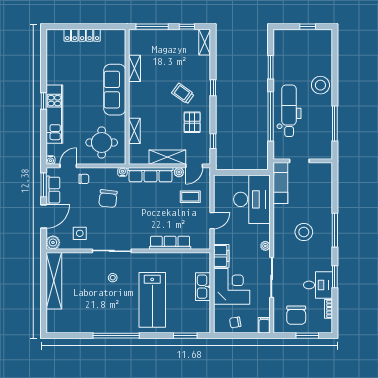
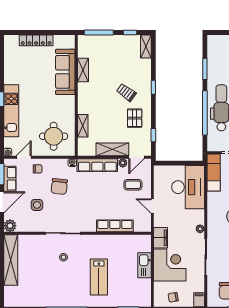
sofa: (115, 90) -> (65, 72), moved
door: (212, 221) -> (152, 206), swing flipped
side table: (80, 233) -> (37, 205), moved
lab bench: (152, 300) -> (99, 277), width x0.73, depth x0.72

